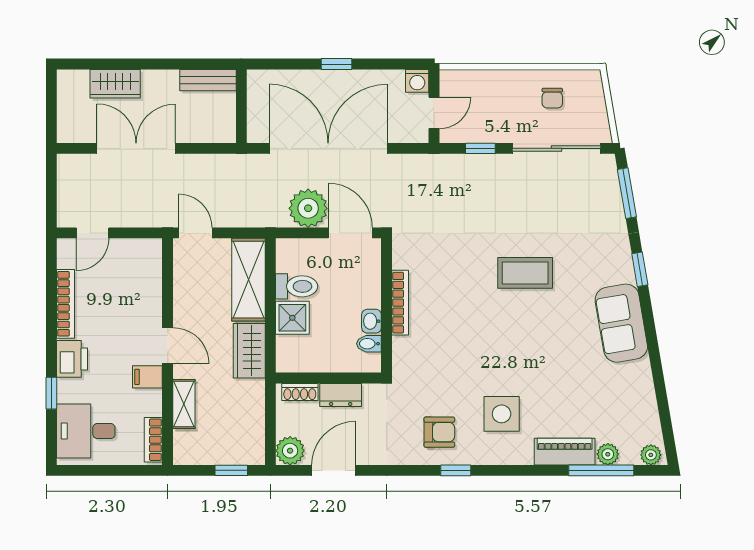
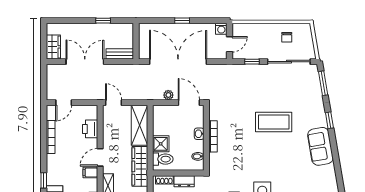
window: (173, 64) -> (103, 21), added
bench: (208, 80) -> (120, 54), moved
wardrobe: (115, 84) -> (53, 47), moved, turned -90
plant: (308, 208) -> (168, 95), width x0.53, depth x0.53
coffee table: (525, 273) -> (274, 122), width x1.36, depth x1.32
toilet: (297, 286) -> (163, 159), moved
washbasin: (371, 321) -> (199, 134), moved
door: (168, 346) -> (100, 157), swing flipped
wardrobe: (249, 351) -> (140, 166), width x1.50
printer: (72, 359) -> (90, 129), moved, turned 180

